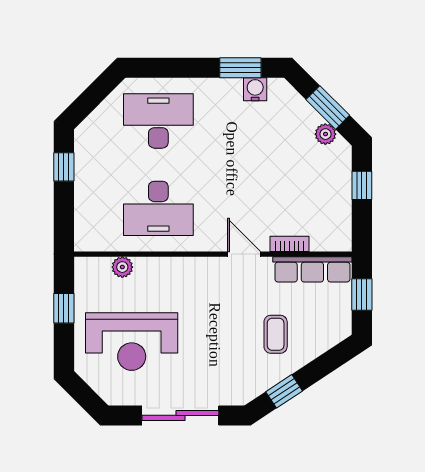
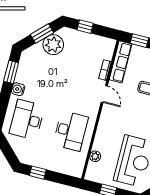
water cooler: (255, 89) -> (18, 89), moved
plant: (325, 134) -> (53, 45), width x1.88, depth x1.88
door: (244, 254) -> (104, 94), swing flipped

